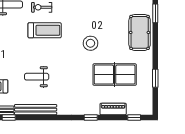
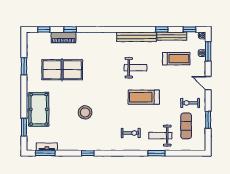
treadmill: (45, 30) -> (144, 97), moved
stool: (90, 43) -> (85, 112), moved
window: (91, 117) -> (70, 29), moved

